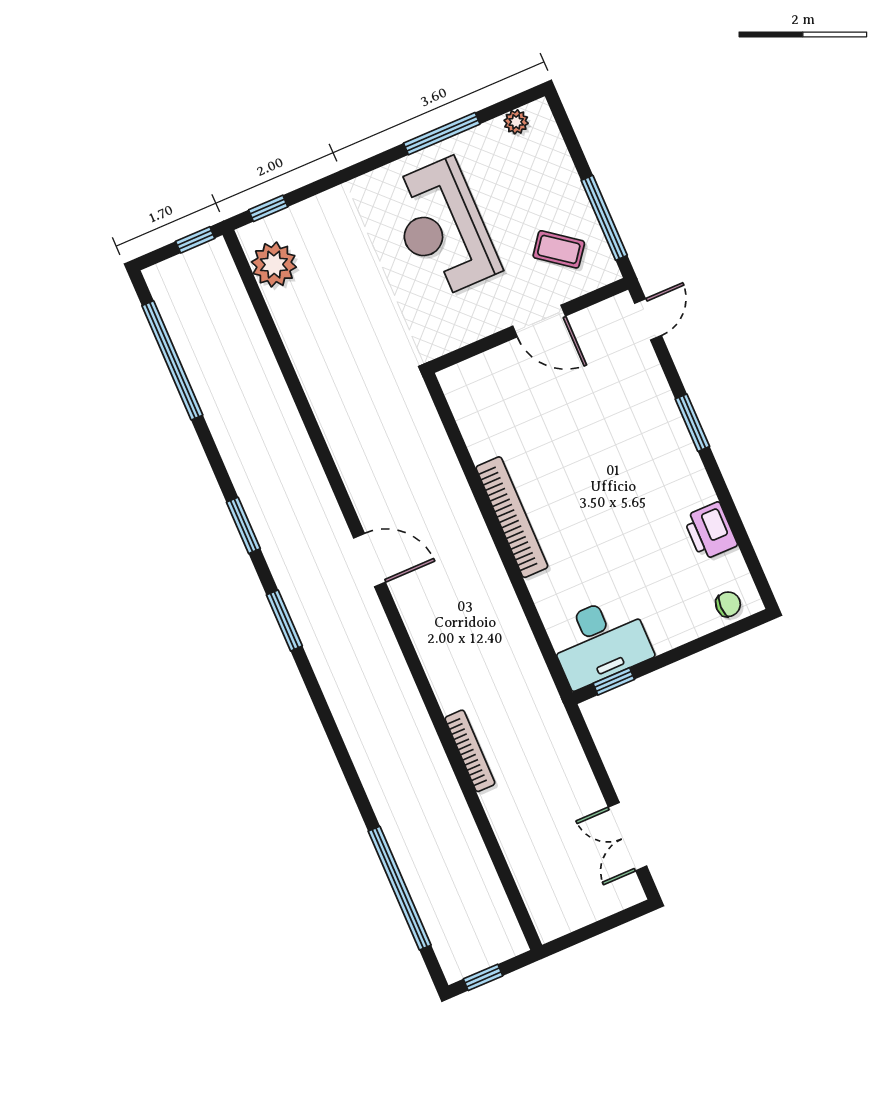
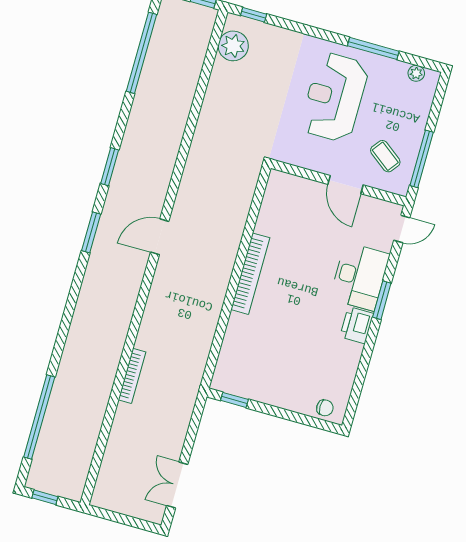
printer: (710, 531) -> (357, 325), moved
door: (370, 560) -> (160, 237), swing flipped
desk: (600, 641) -> (360, 276), moved, turned -90

